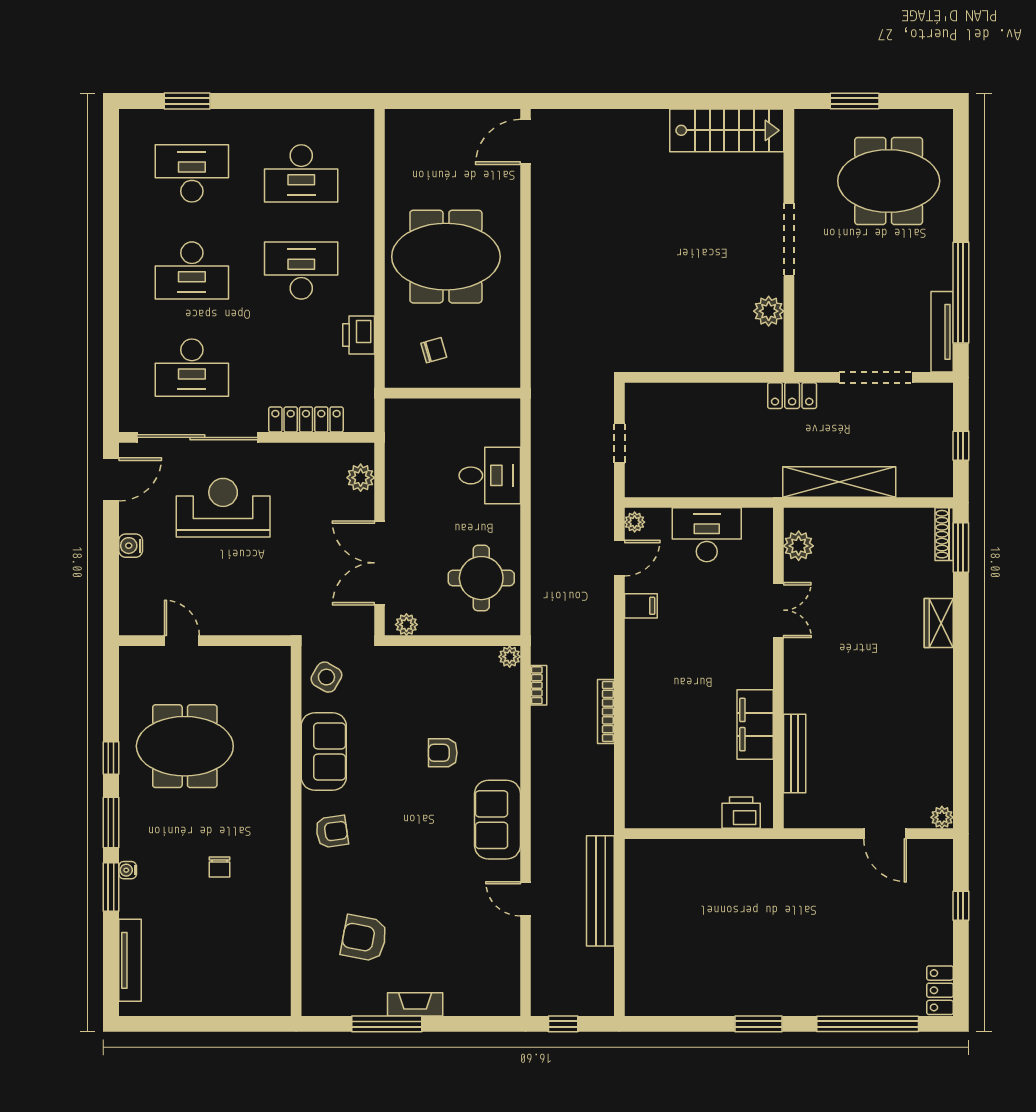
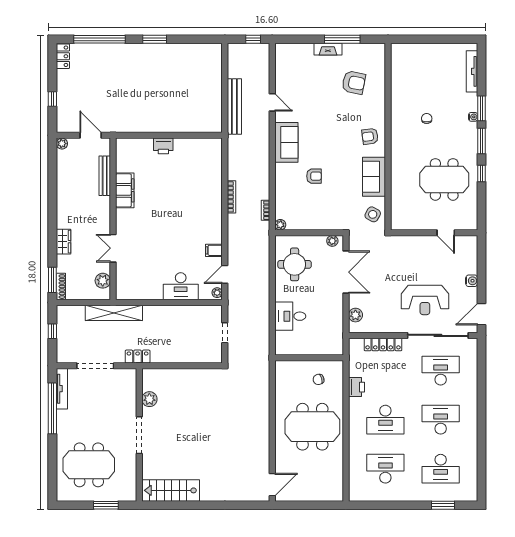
plant: (799, 546) -> (103, 281), moved
double door: (778, 610) -> (113, 248), moved
wall: (778, 668) -> (113, 219), moved
filing cabinet: (755, 725) -> (125, 190), moved
bench: (795, 754) -> (105, 176), moved

